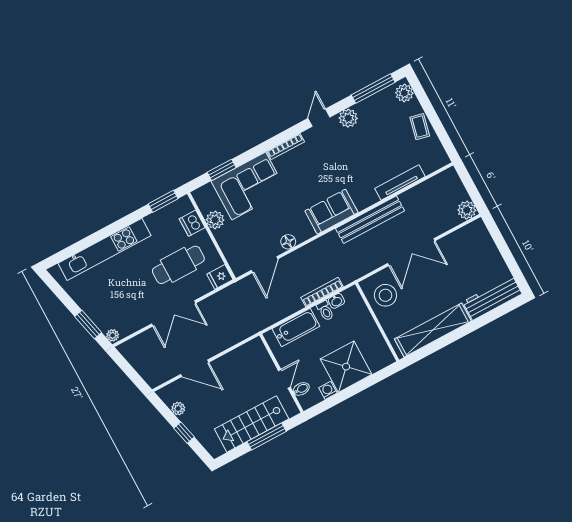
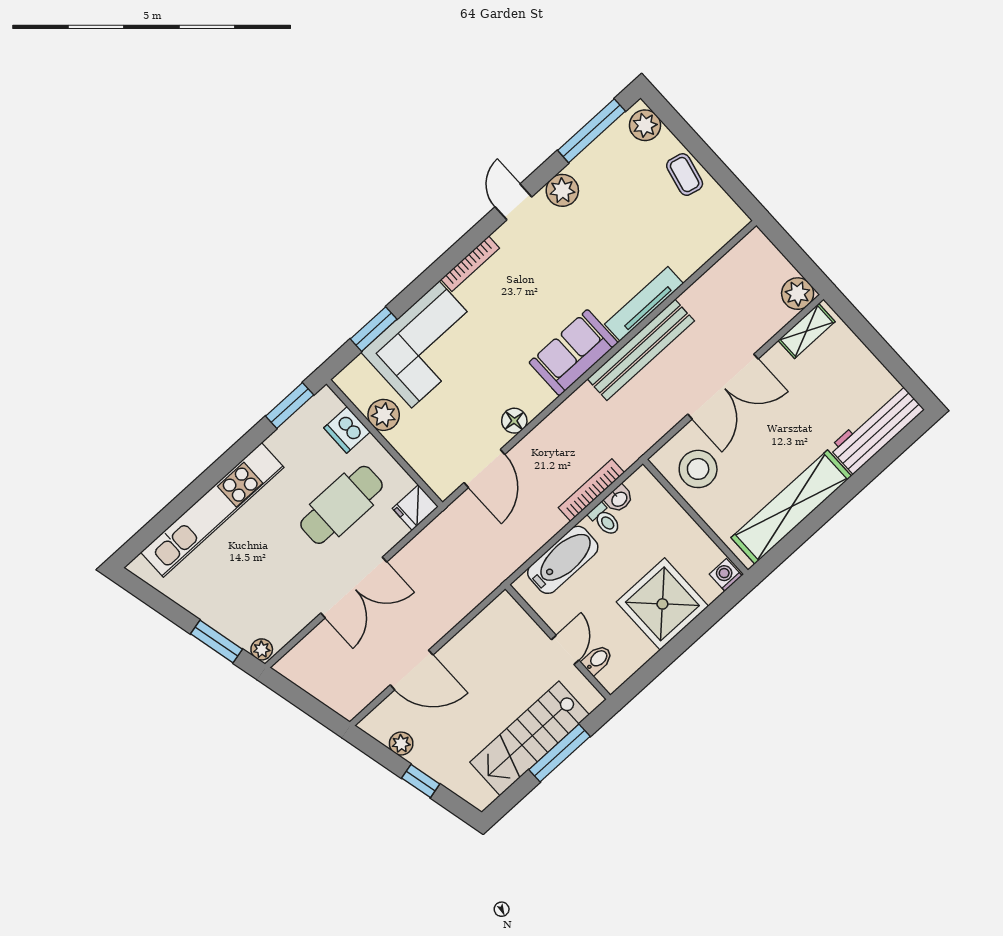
tv unit: (400, 182) -> (644, 304), moved
shelving: (467, 233) -> (807, 331), added
washing machine: (328, 390) -> (726, 575), moved

